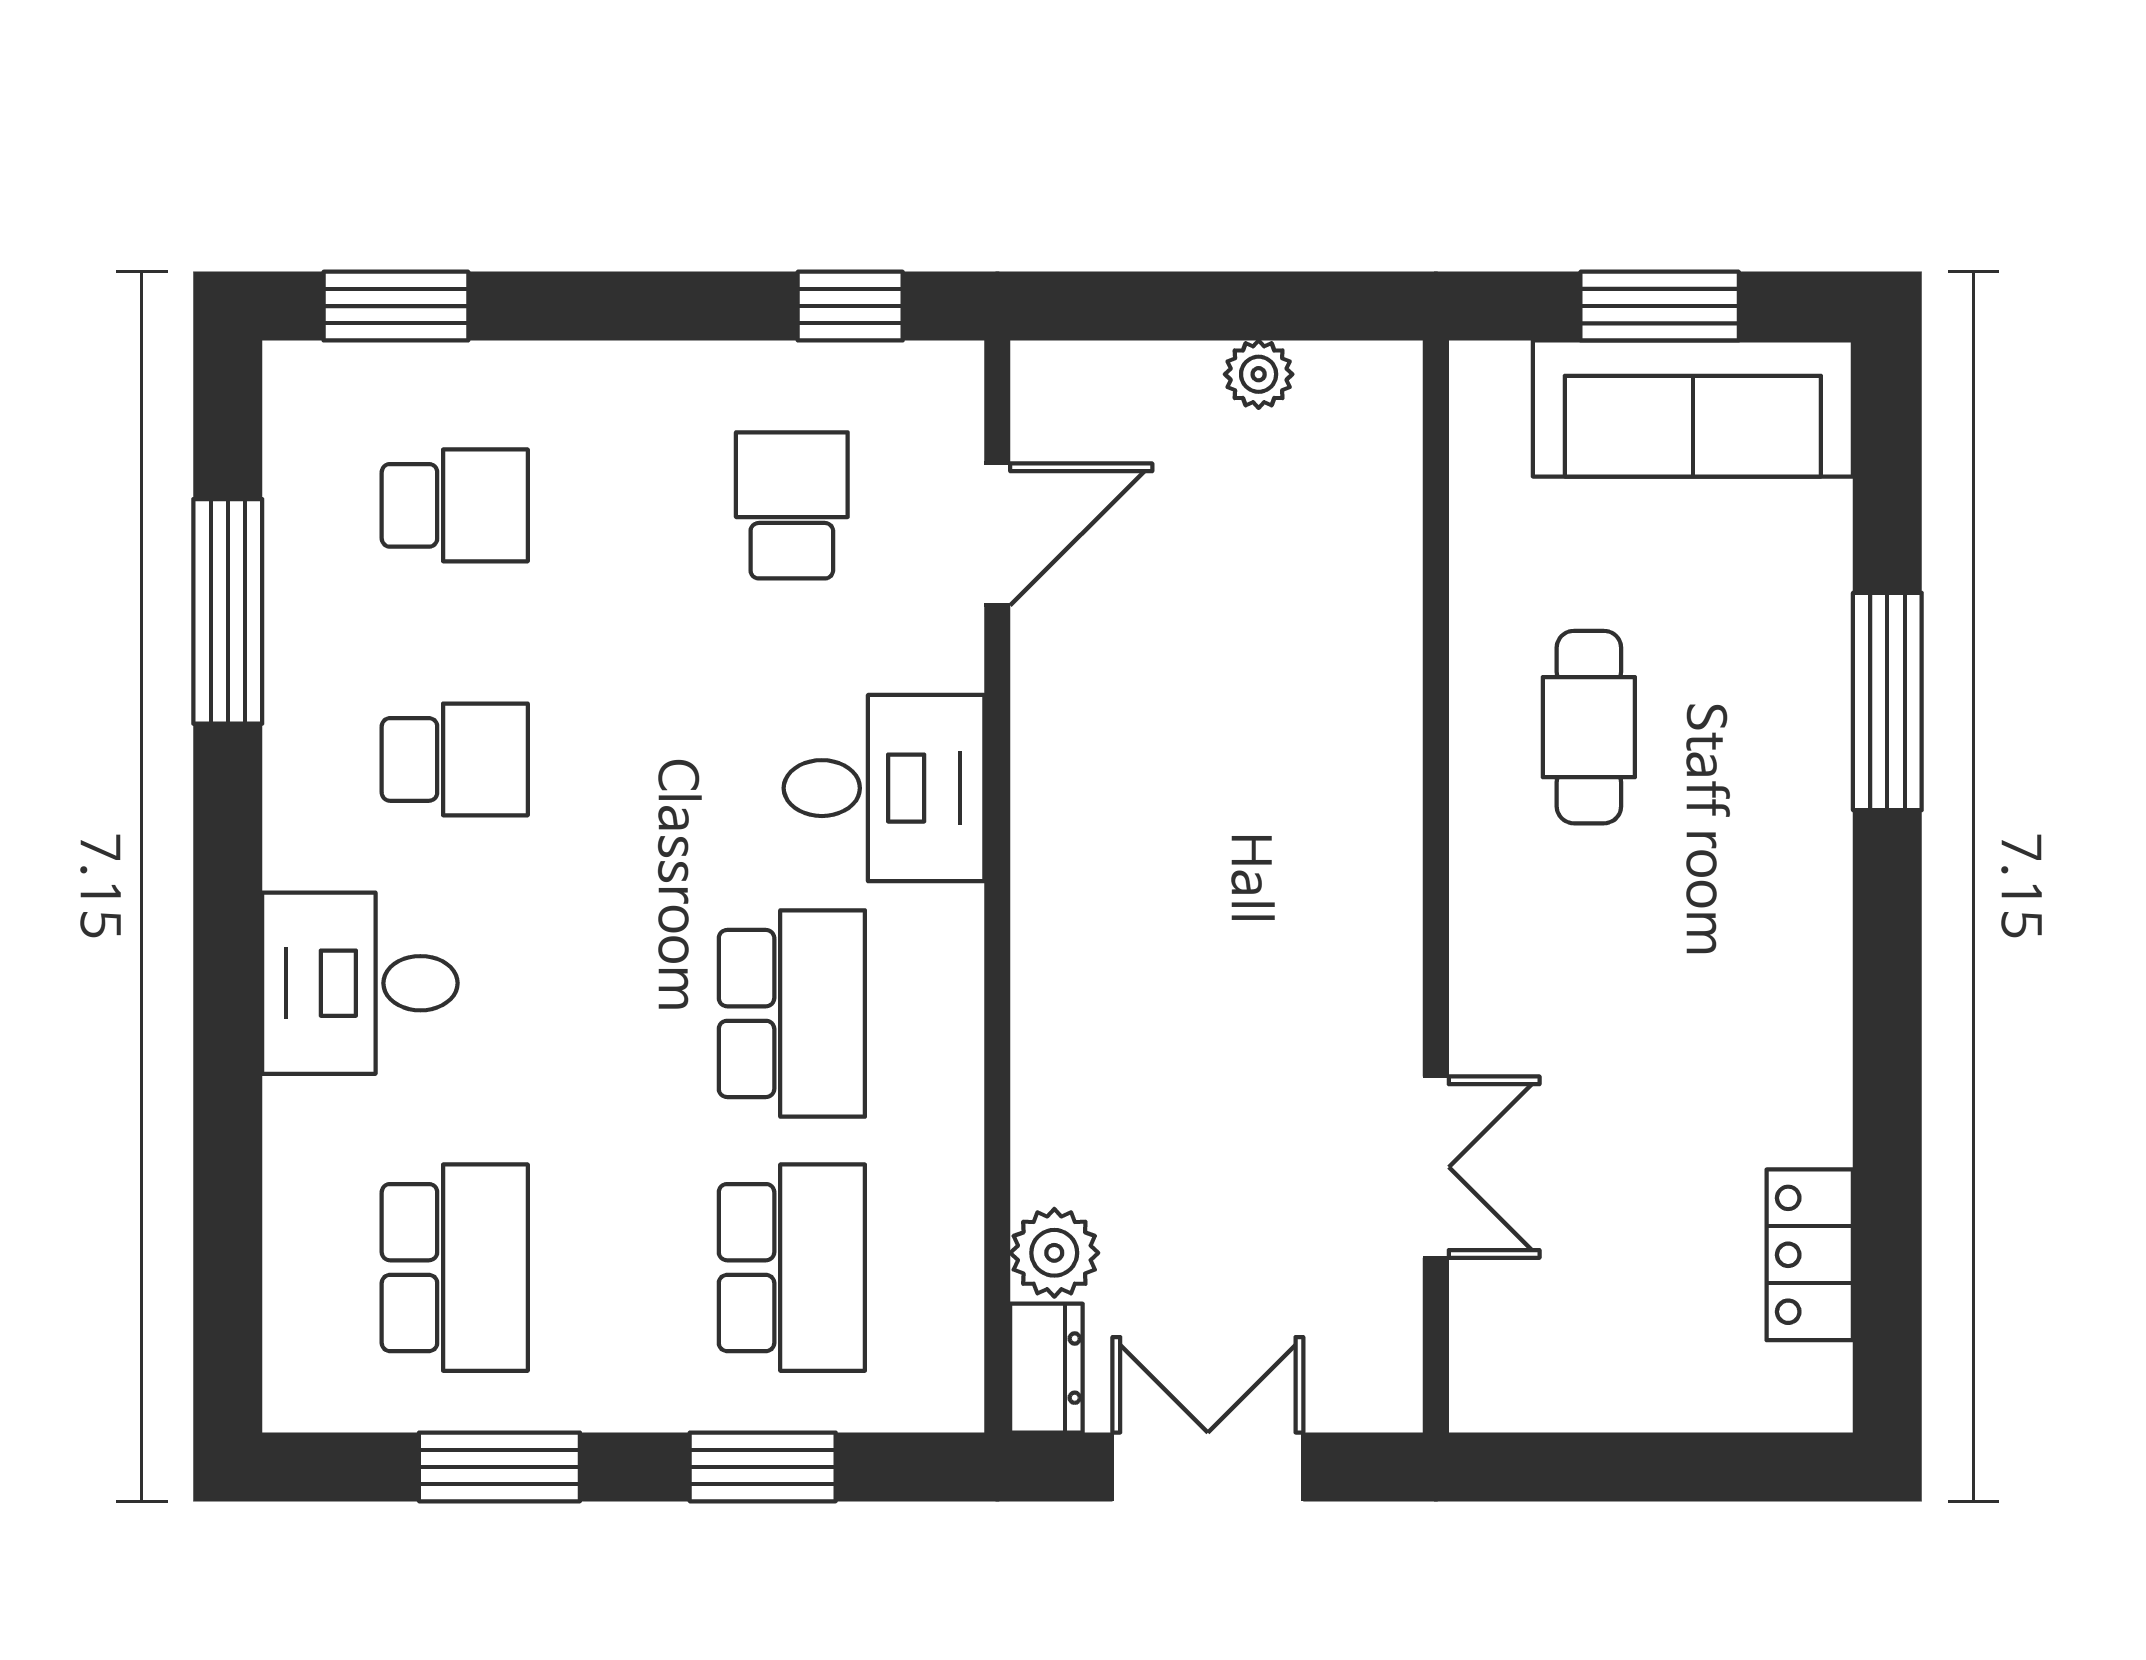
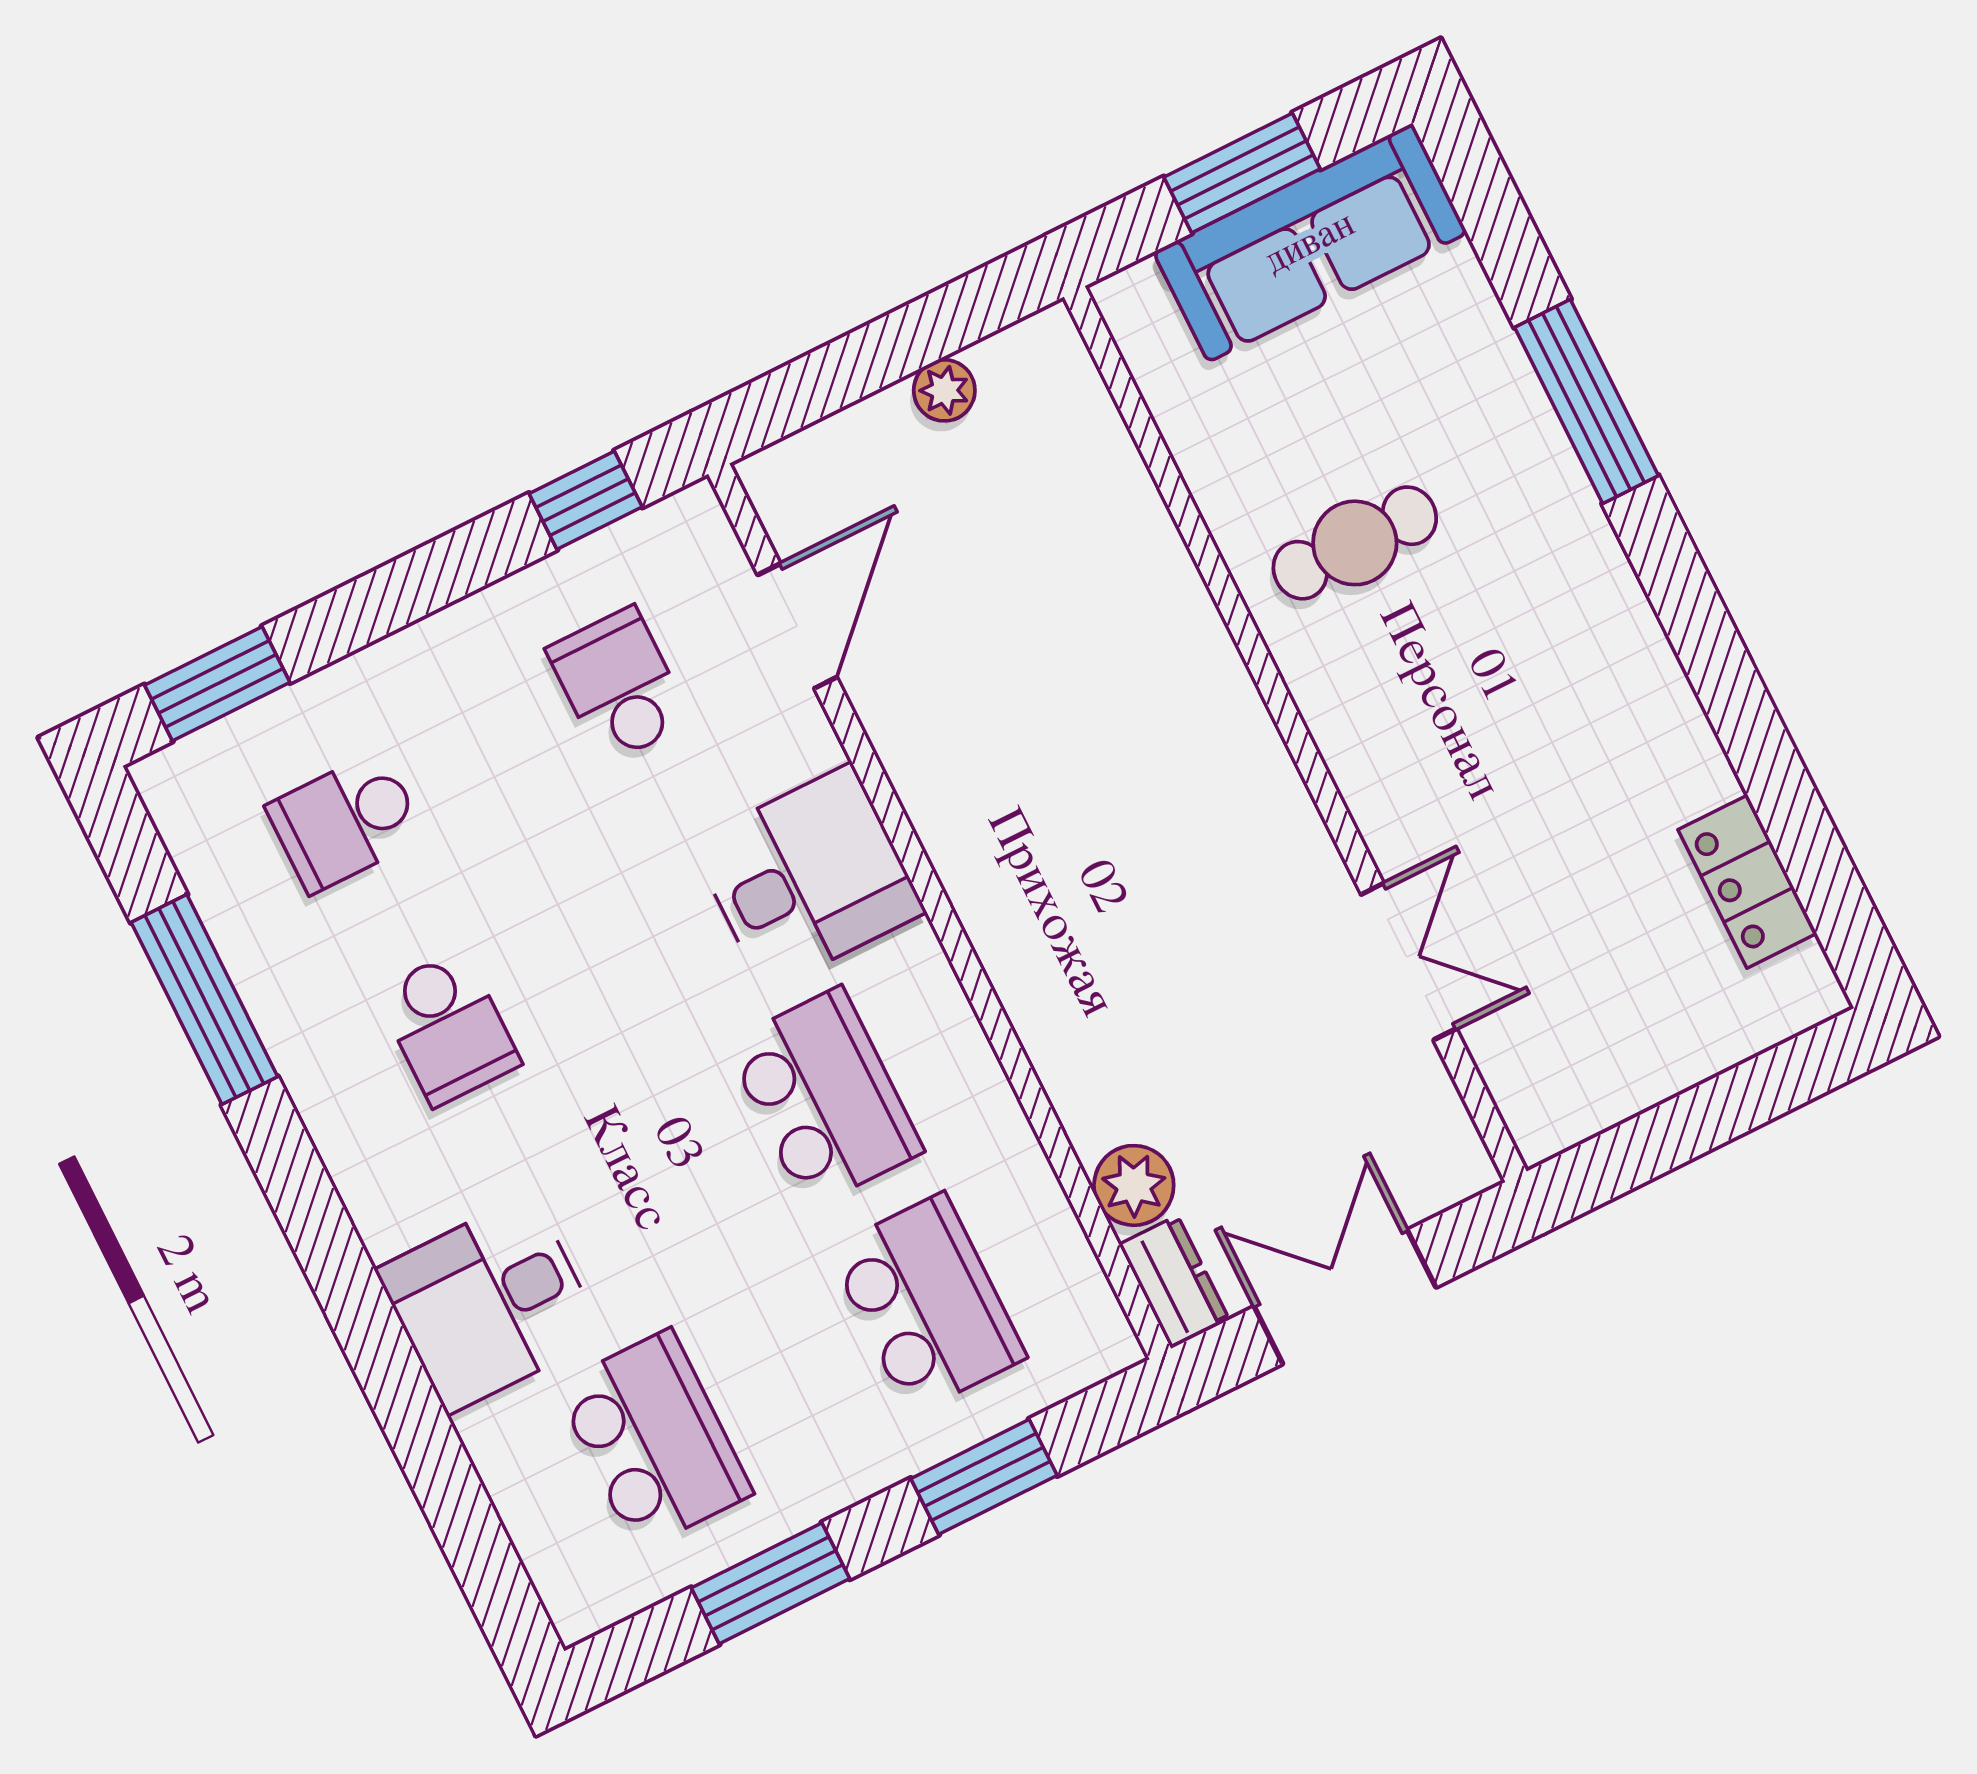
school desk: (455, 505) -> (346, 822), turned 180
cafe table: (1589, 727) -> (1355, 543), turned 90
school desk: (455, 759) -> (448, 1028), turned 90
desk: (360, 983) -> (490, 1303), moved

